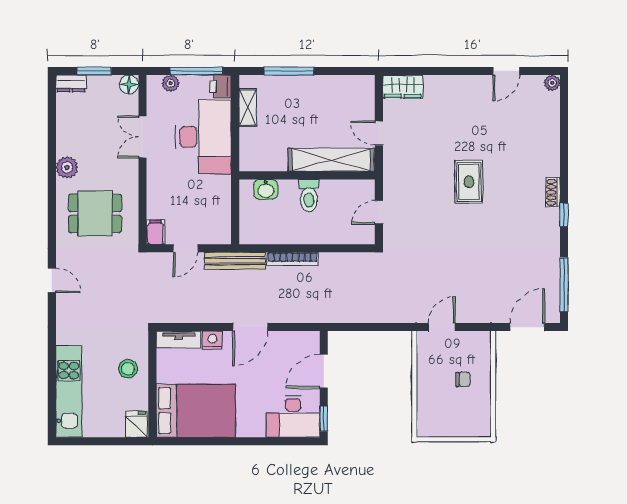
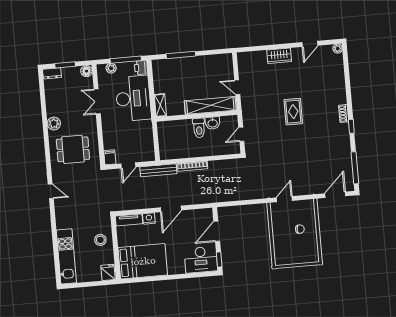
wardrobe: (403, 86) -> (279, 56), moved
shelving: (248, 107) -> (160, 105), moved
washbasin: (266, 189) -> (213, 123), moved

